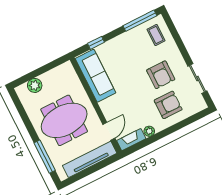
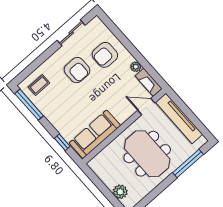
armchair: (161, 75) -> (77, 70), turned 90
armchair: (168, 105) -> (105, 55), turned -90

